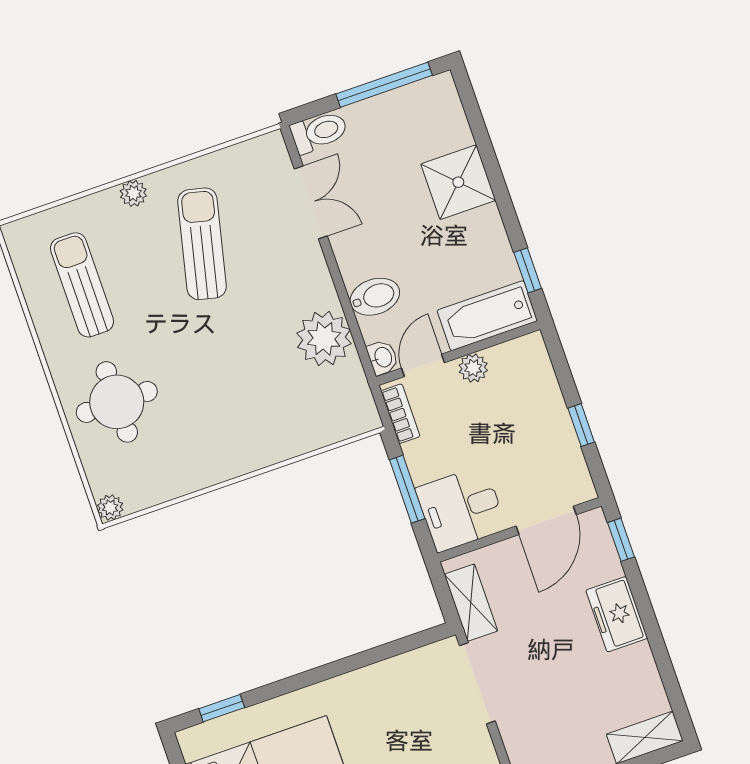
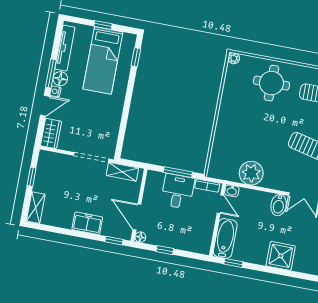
bidet: (375, 297) -> (279, 205), moved
plant: (473, 368) -> (209, 222), removed
floor lamp: (583, 490) -> (140, 237), added
desk: (461, 509) -> (178, 191), moved

